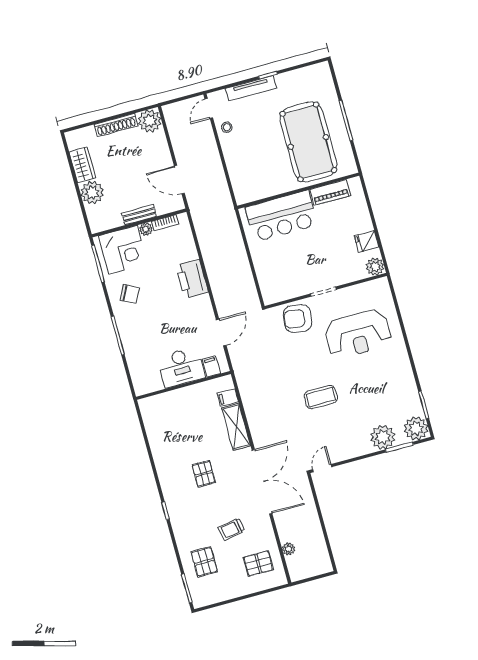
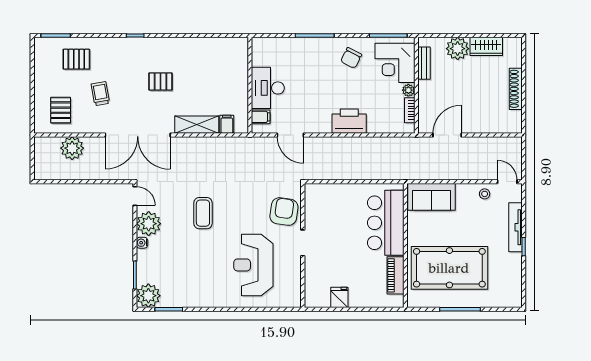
plant: (150, 121) -> (511, 122), removed
sofa: (244, 178) -> (432, 197), added
bench: (139, 215) -> (424, 63), moved
plant: (375, 267) -> (313, 299), removed
plant: (383, 437) -> (149, 224), moved
water cooler: (366, 449) -> (142, 243), added
plant: (289, 549) -> (72, 148), width x1.87, depth x1.87

